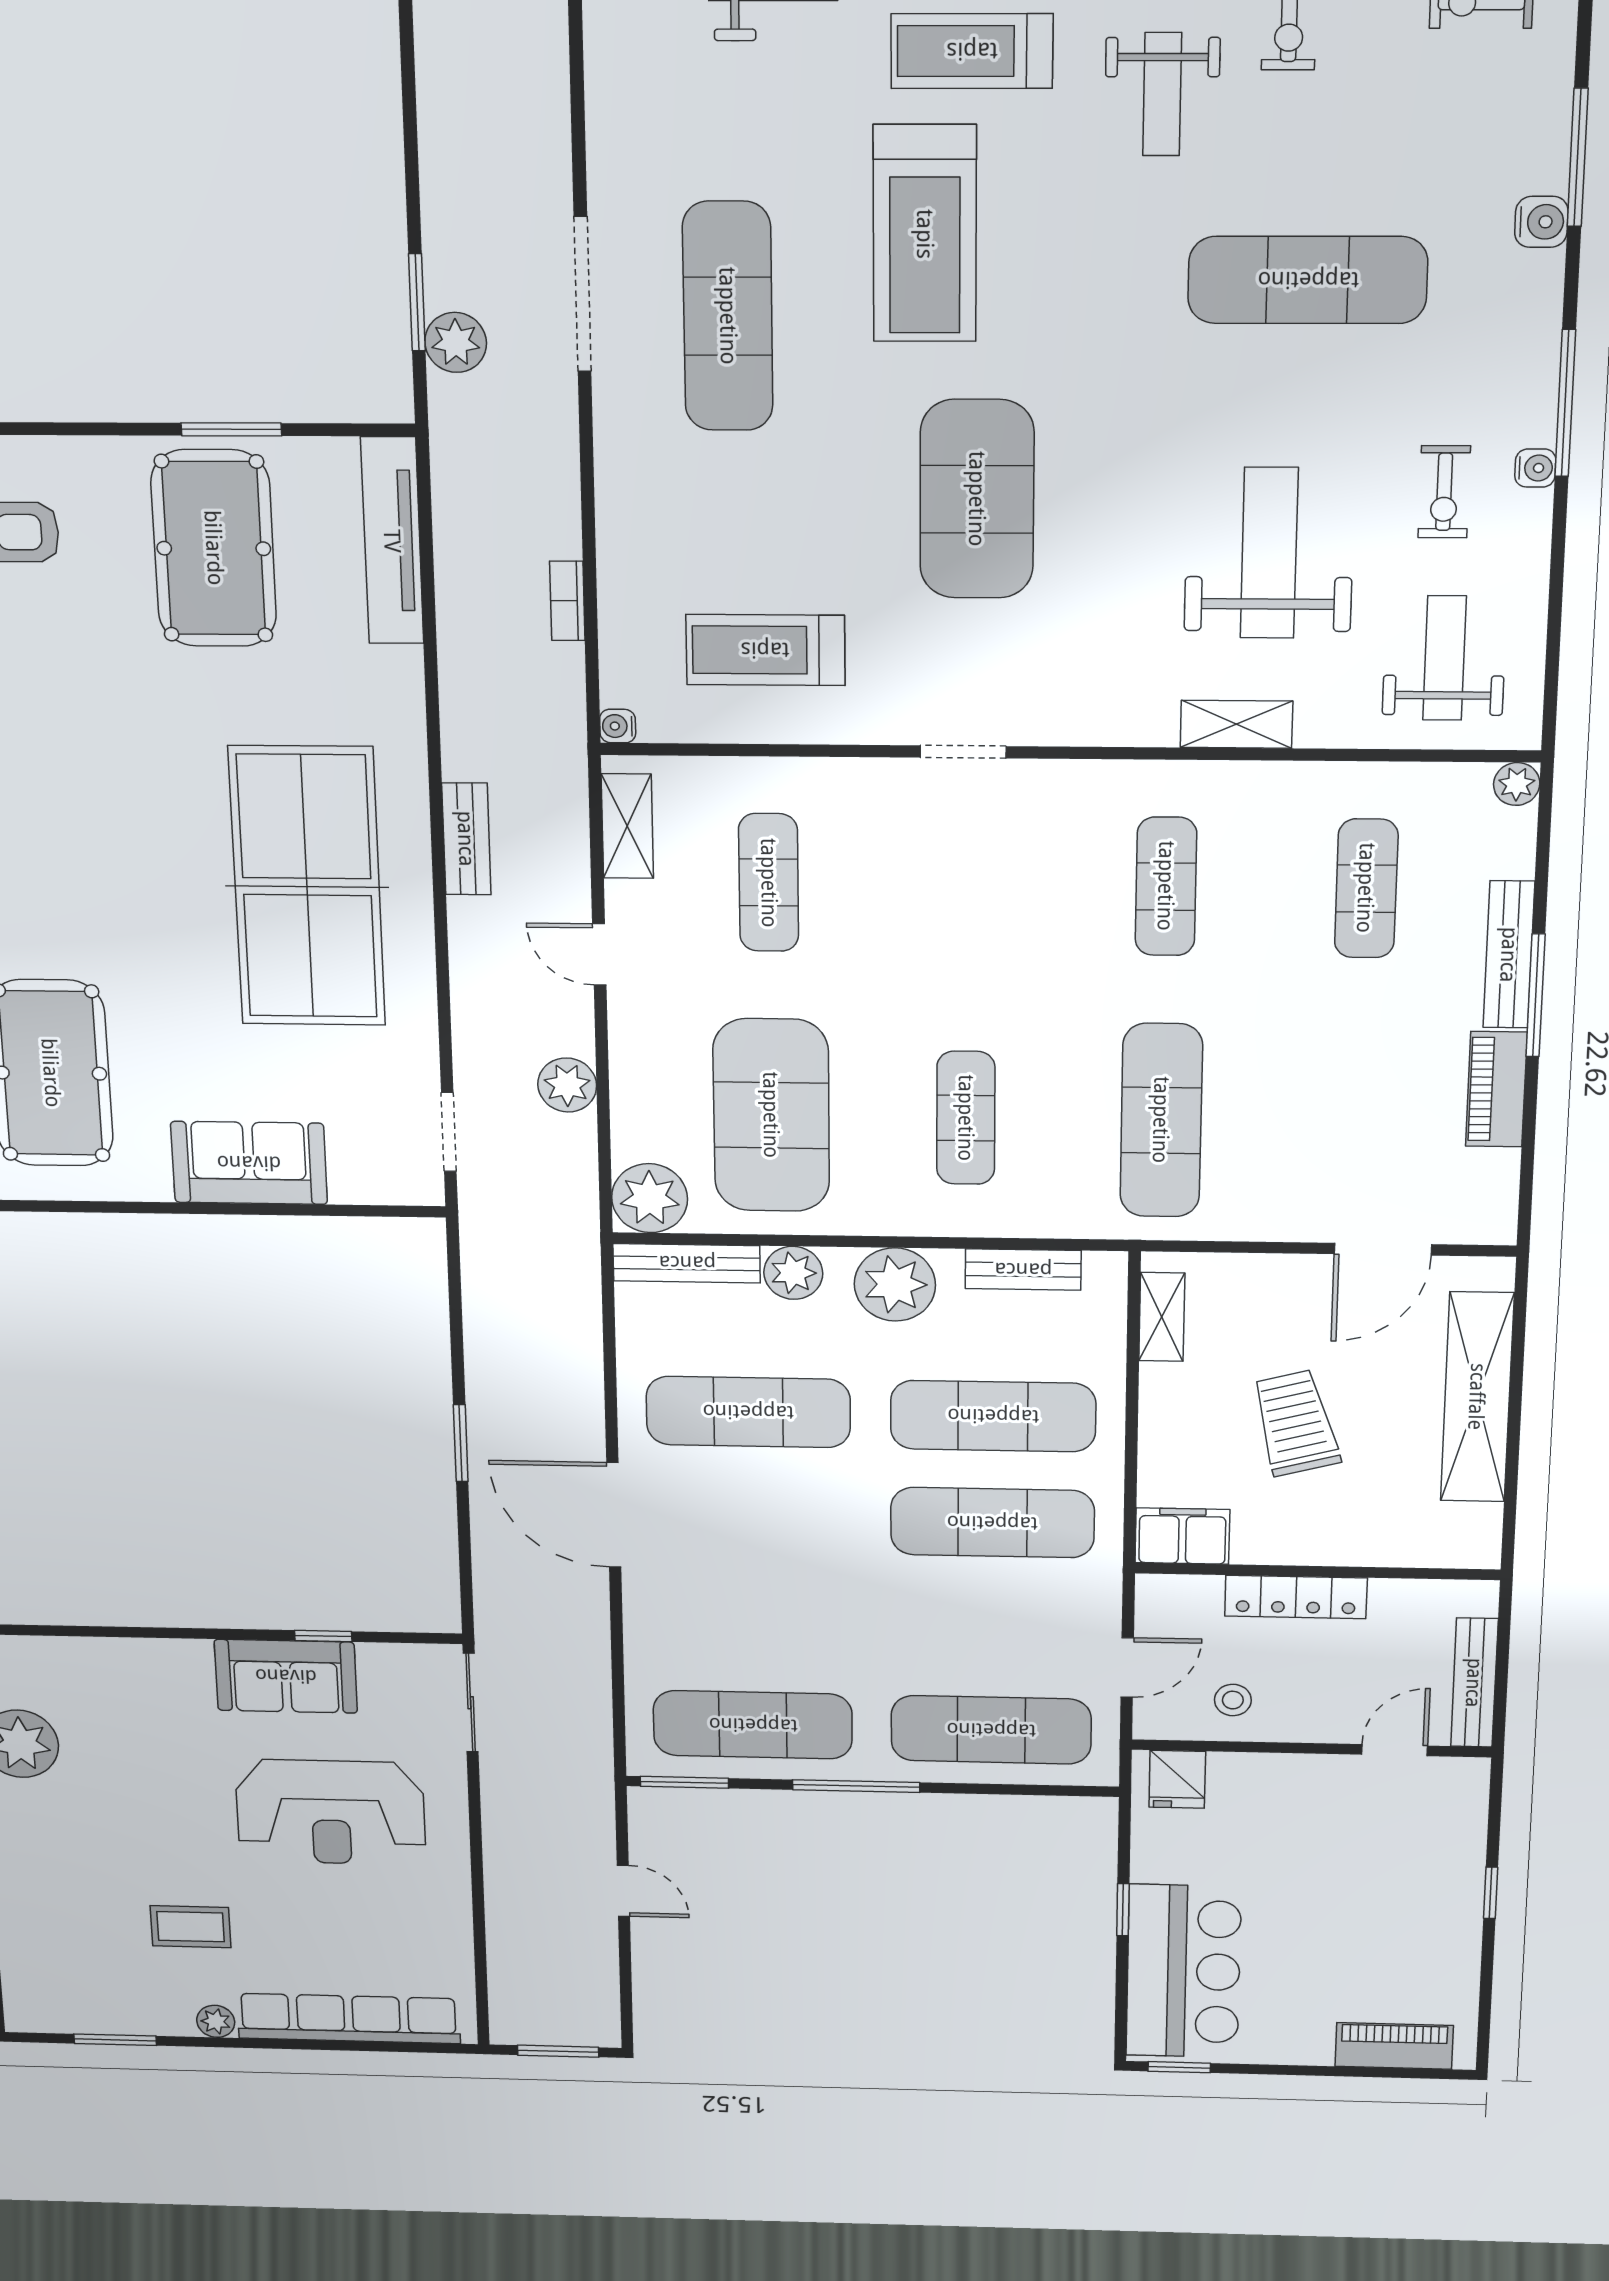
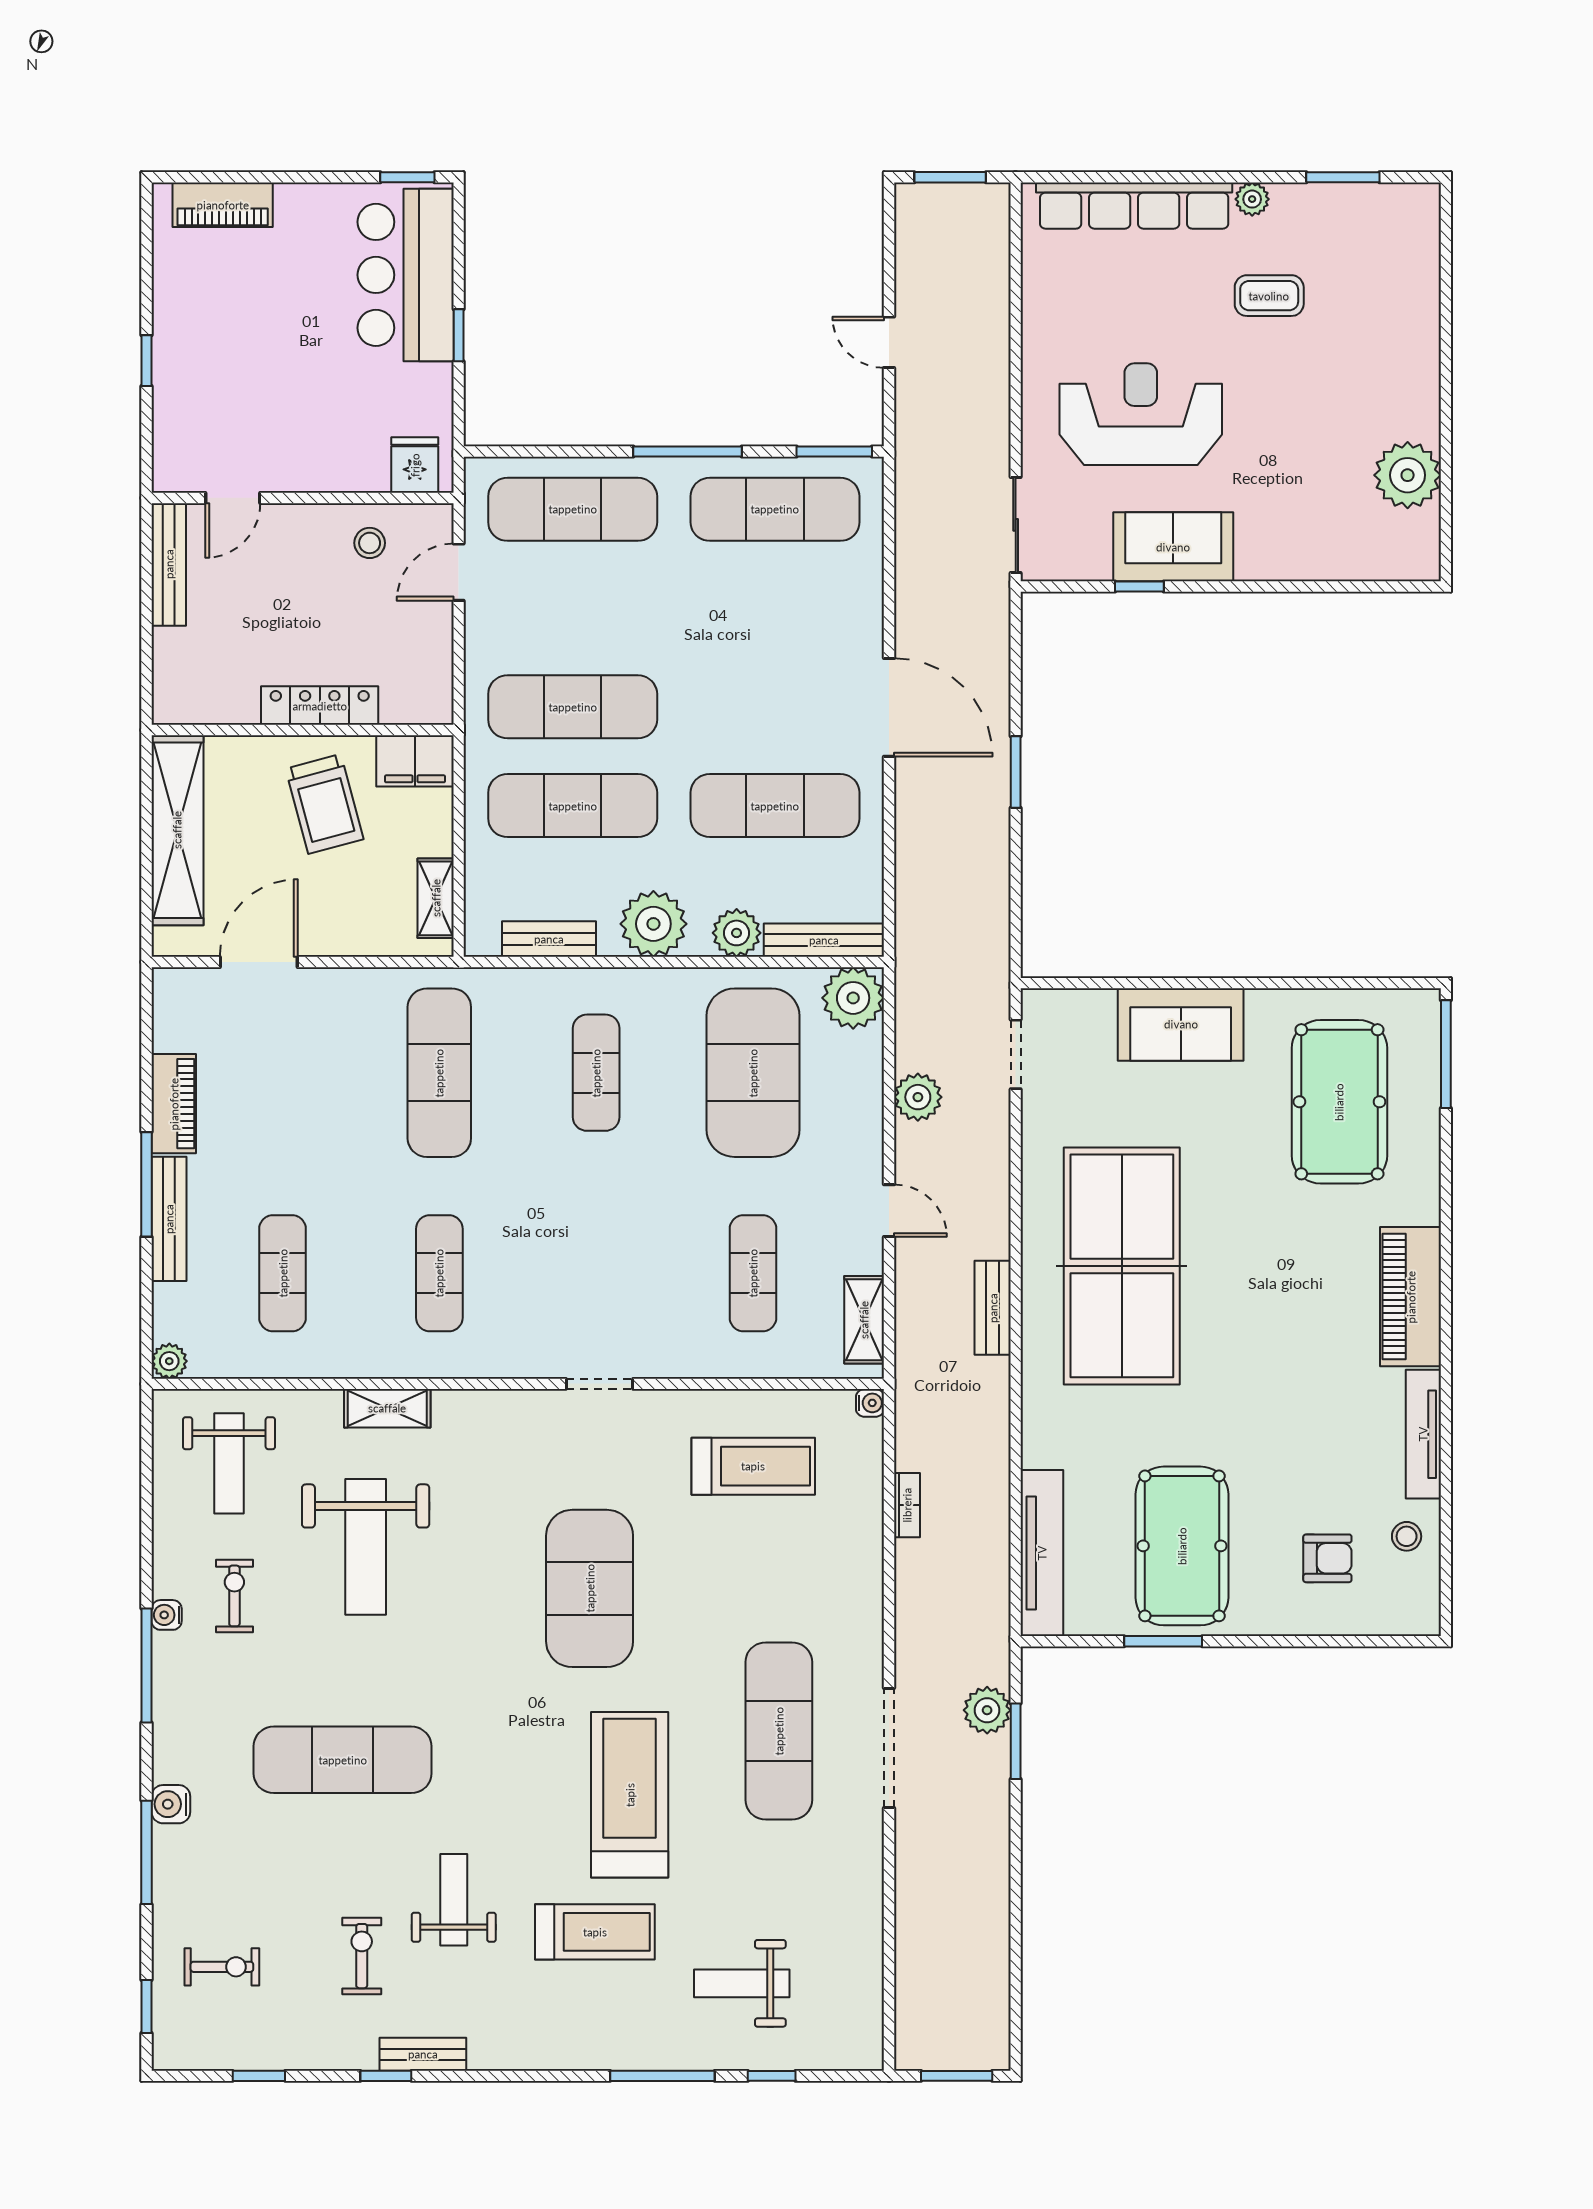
filing cabinet: (1182, 1536) -> (415, 761), moved
wall: (1317, 1571) -> (303, 730), moved
locker: (1296, 1597) -> (320, 706), moved

